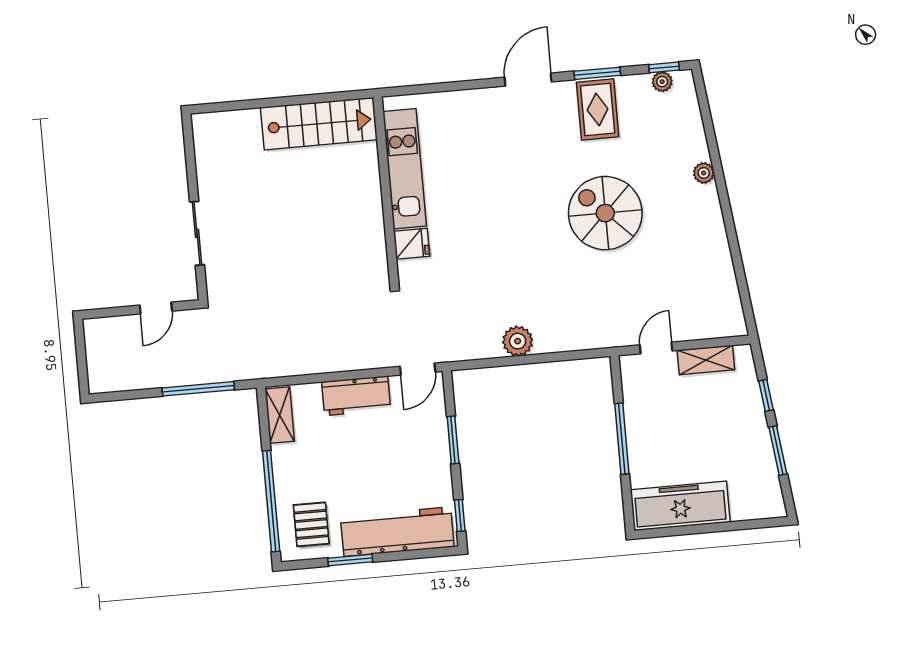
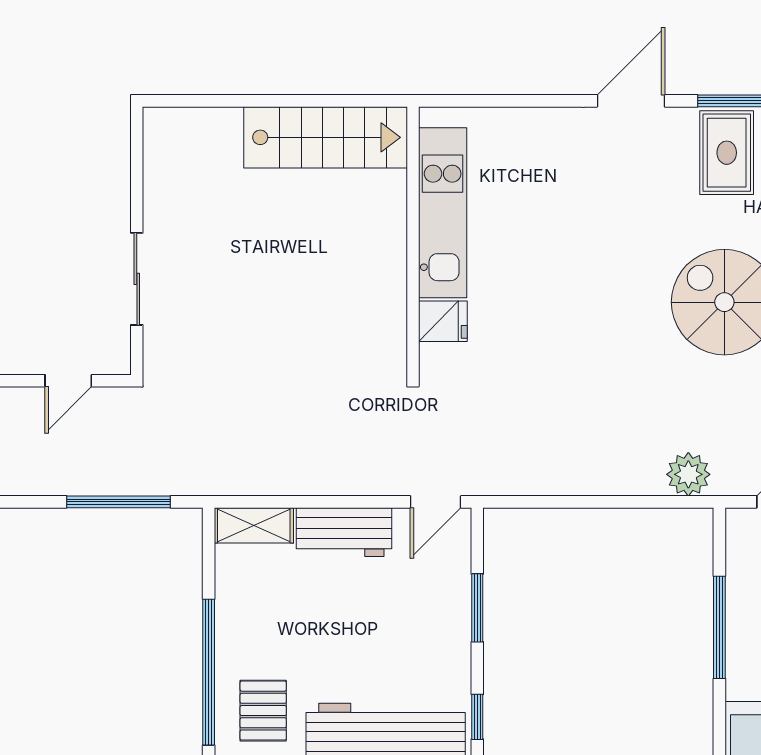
plant: (518, 341) -> (688, 474), moved
shelving: (280, 415) -> (254, 525), moved, turned 90

